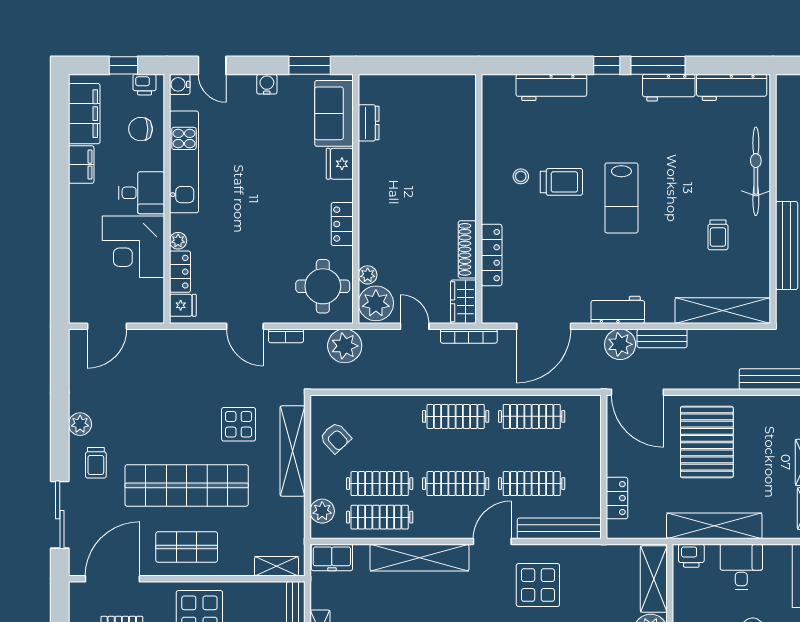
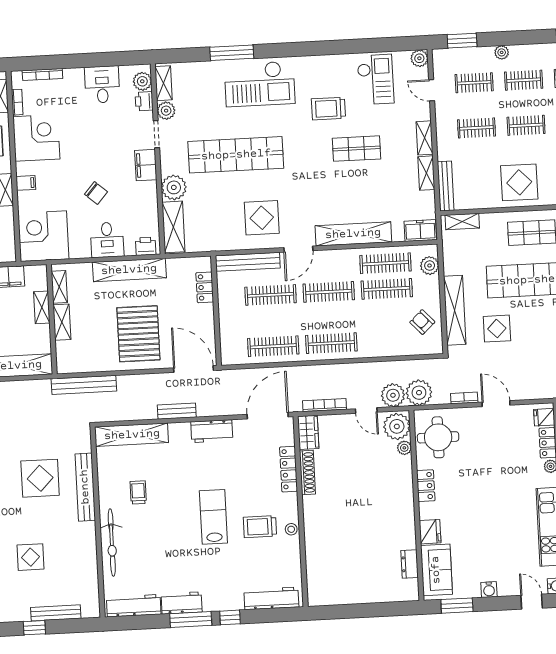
wall: (479, 199) -> (301, 511), moved
shoe rack: (467, 249) -> (307, 472), moved
locker: (492, 255) -> (289, 469), moved
wardrobe: (463, 302) -> (308, 432), moved
plant: (620, 344) -> (393, 395), moved

